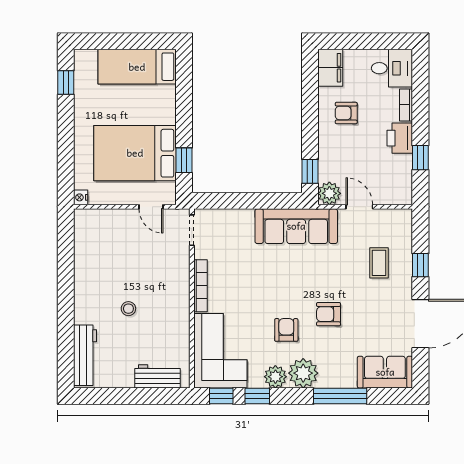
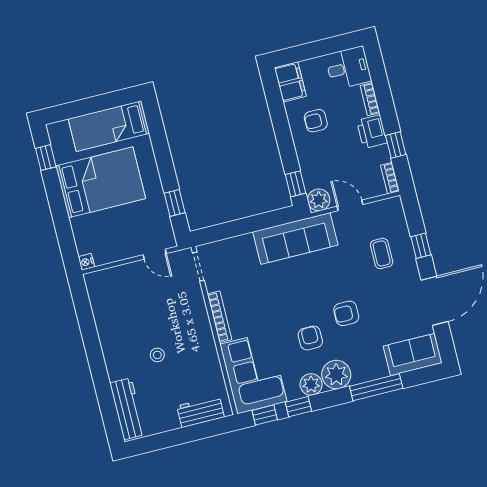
bed: (135, 153) -> (101, 182), moved, turned 180
bookcase: (406, 189) -> (390, 178), added

